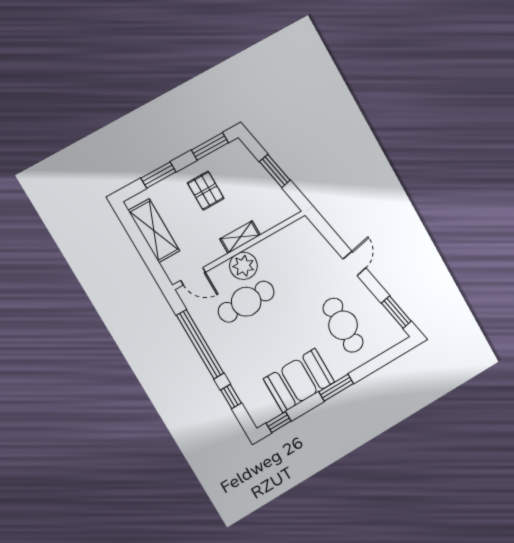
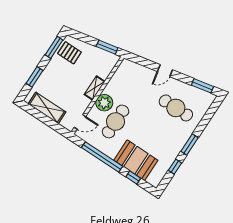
window: (275, 171) -> (107, 47), moved
pallet: (206, 191) -> (69, 53), moved
door: (354, 263) -> (165, 71), swing flipped
booth: (299, 380) -> (136, 160), moved, turned 90
window: (279, 422) -> (175, 167), moved

